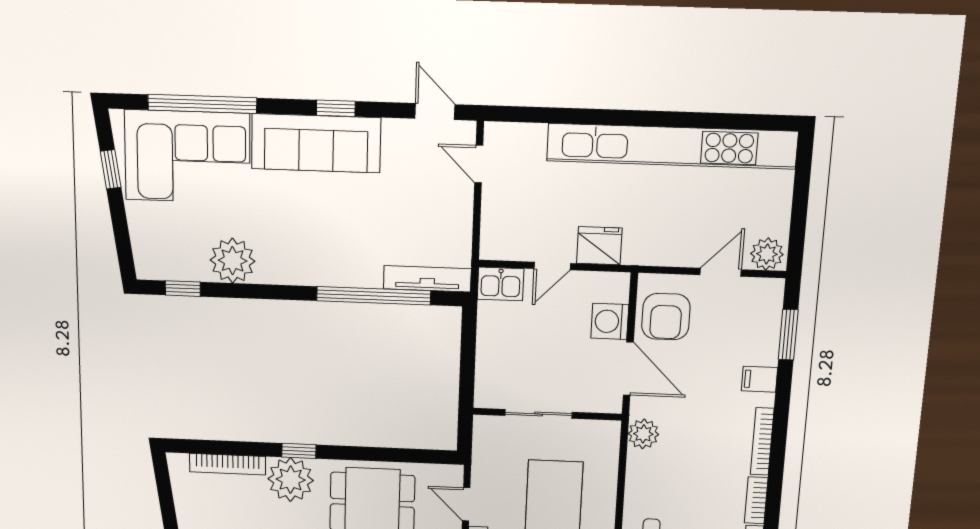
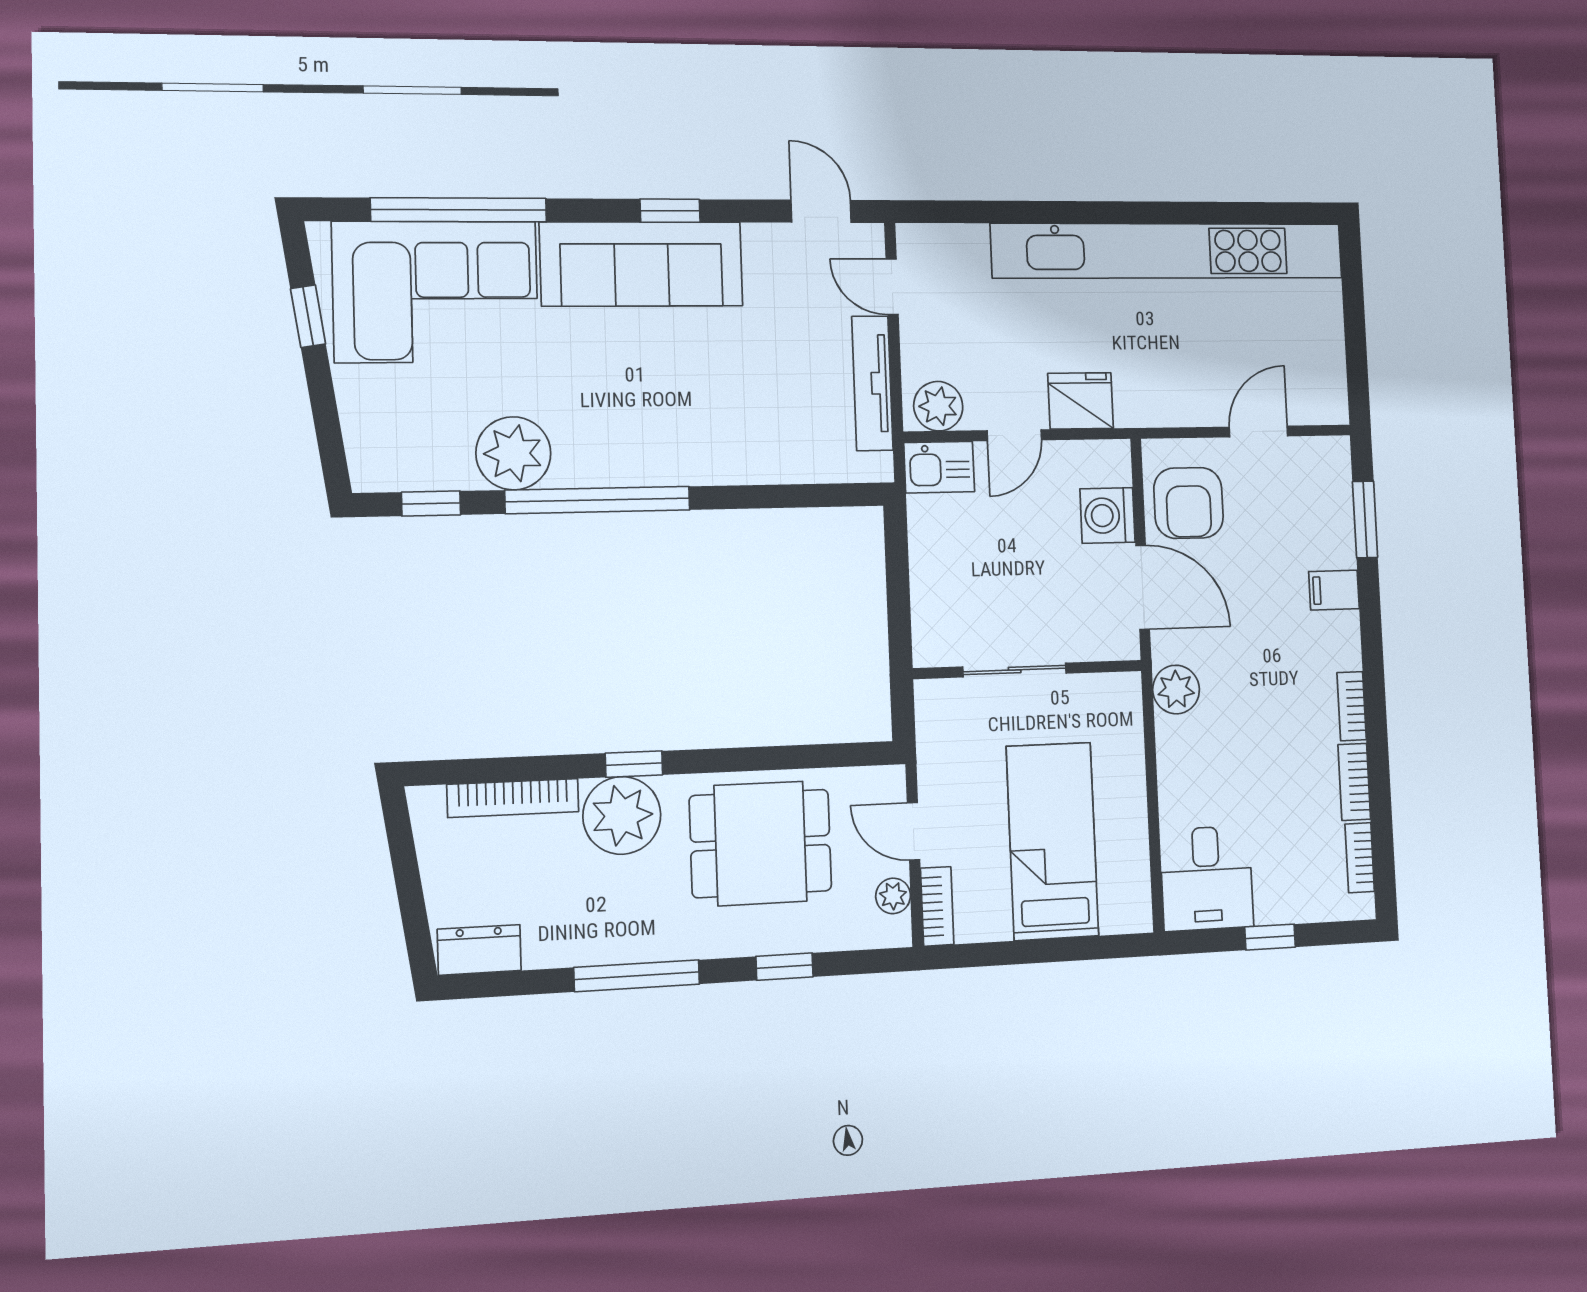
plant: (767, 254) -> (938, 406), moved
tv unit: (427, 279) -> (872, 383), moved, turned -90
window: (374, 296) -> (598, 500), moved
bookcase: (762, 441) -> (1352, 706), width x0.64

